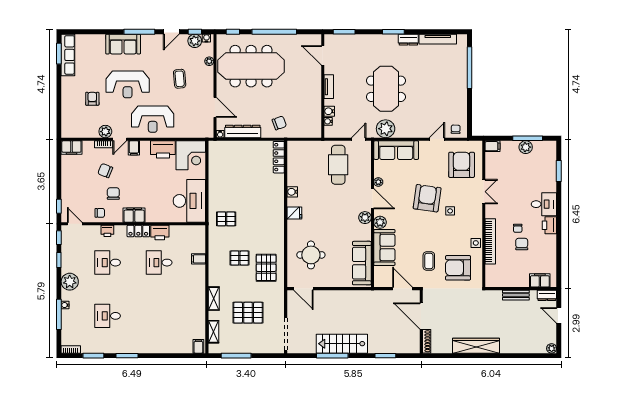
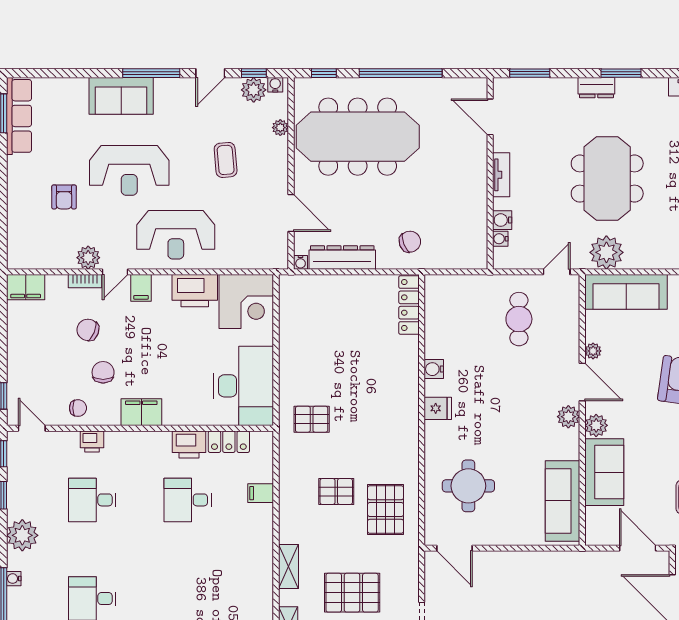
dresser: (408, 40) -> (596, 88), moved
armchair: (92, 99) -> (64, 197), turned 180
cafe table: (338, 165) -> (519, 319), width x0.73, depth x0.74
locker: (138, 231) -> (229, 442), moved

